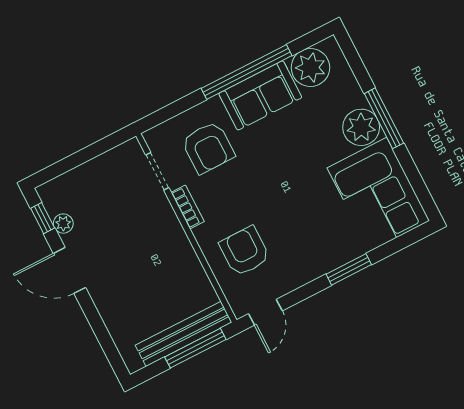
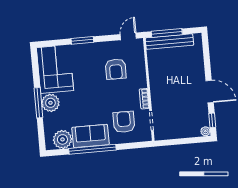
plant: (63, 224) -> (205, 131), moved
armchair: (245, 251) -> (116, 69), moved

